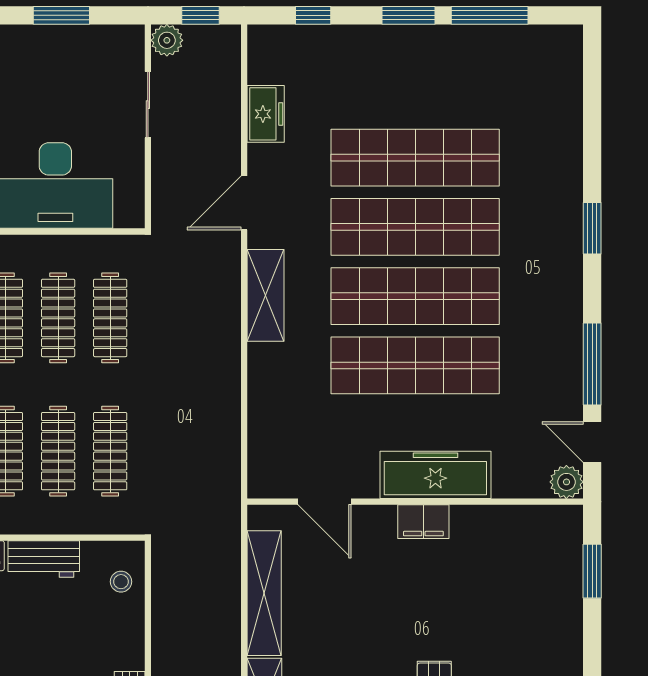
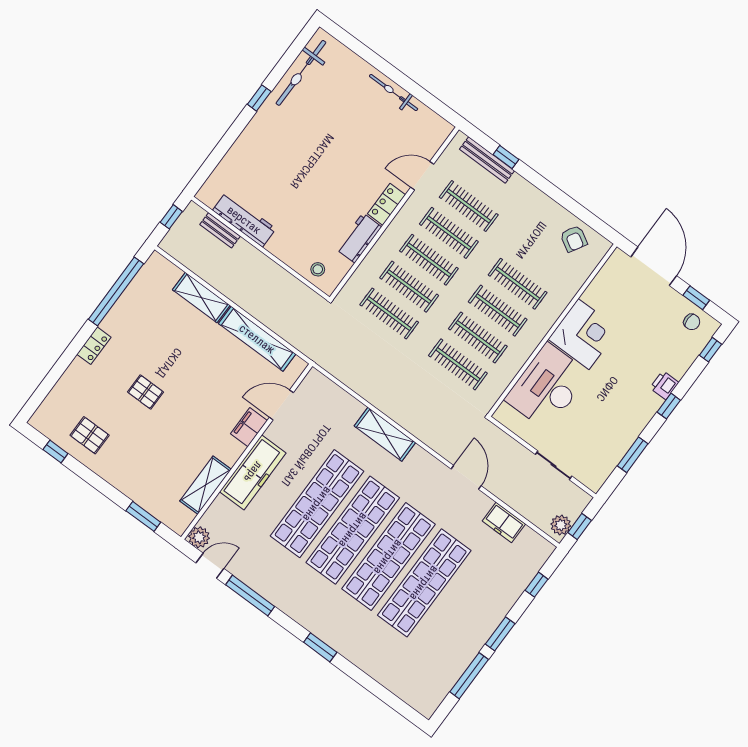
plant: (167, 40) -> (561, 525), moved
shelving: (265, 295) -> (385, 434), moved
filing cabinet: (423, 522) -> (249, 427), moved
shelving: (495, 522) -> (206, 485), added

